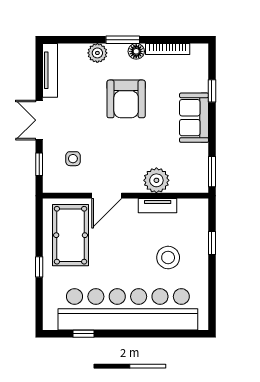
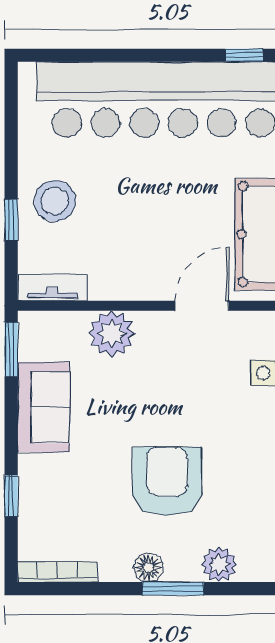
bookcase: (168, 49) -> (58, 572), moved
sofa: (194, 118) -> (44, 407), moved
tv unit: (158, 206) -> (52, 288), moved
stool: (168, 258) -> (55, 201), moved

